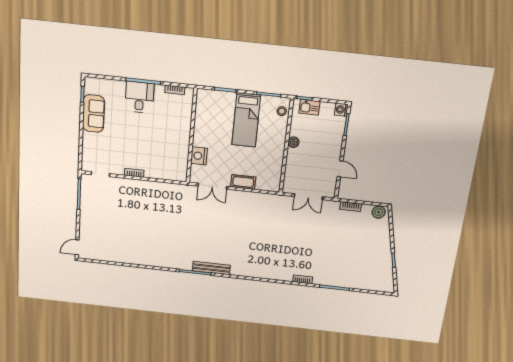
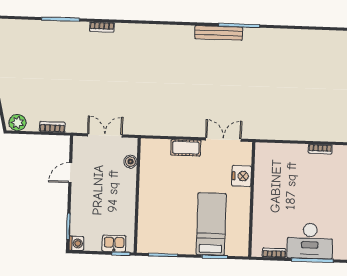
desk: (139, 97) -> (310, 241), width x1.37
stool: (282, 111) -> (146, 237), removed
bed: (246, 120) -> (211, 224), moved
boiler: (293, 142) -> (130, 162), moved
door: (340, 169) -> (70, 173), hinge flipped

